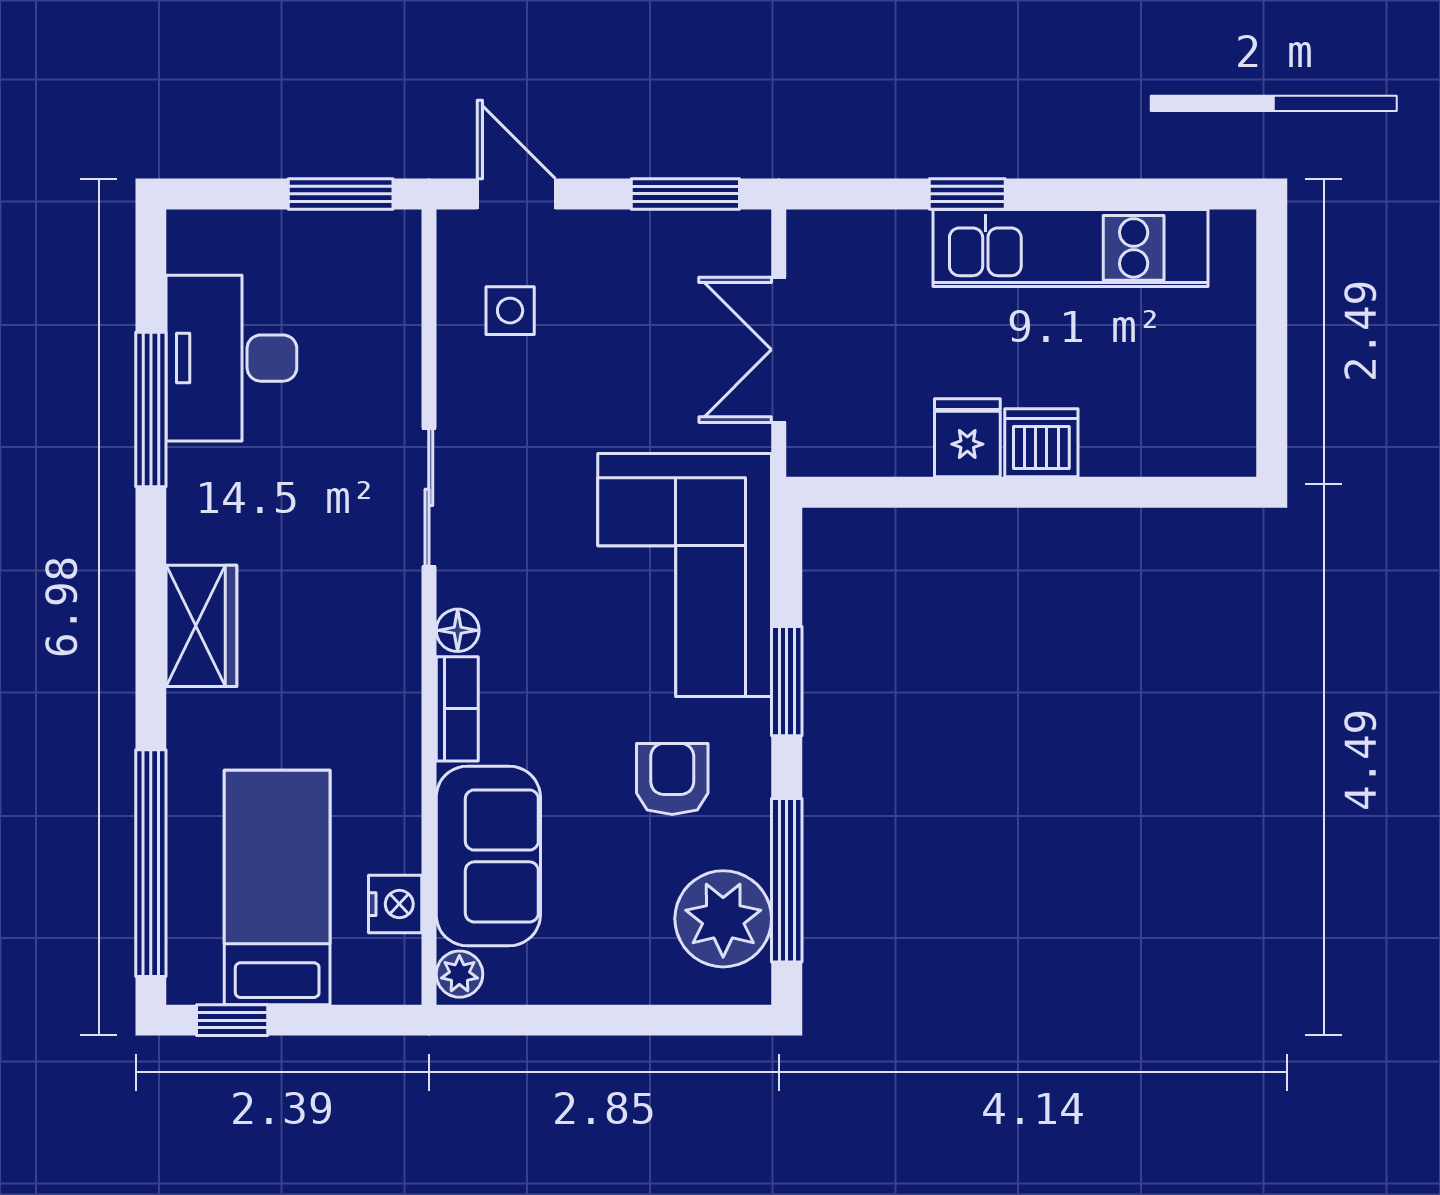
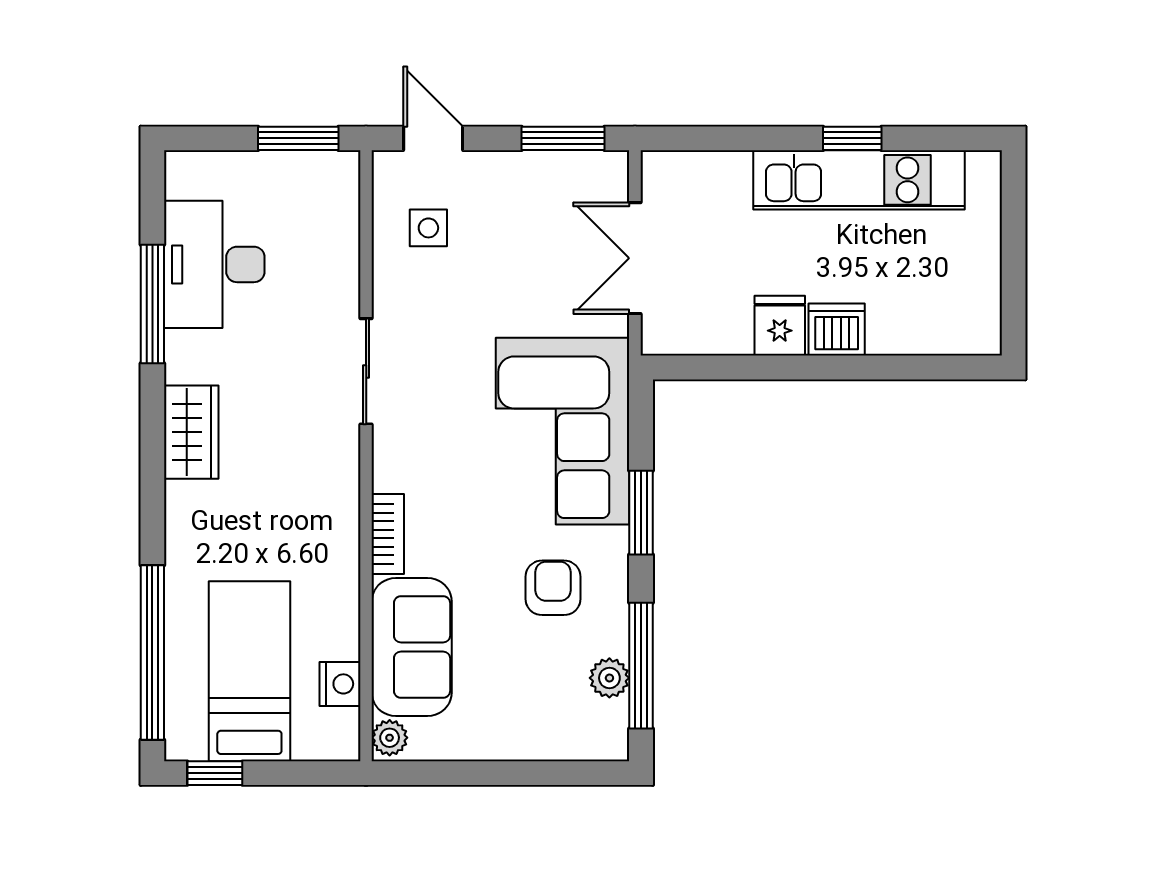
window: (967, 194) -> (852, 138), moved
wardrobe: (201, 626) -> (191, 432), moved
floor lamp: (458, 630) -> (388, 474), removed
plant: (723, 919) -> (609, 678), width x0.53, depth x0.53

